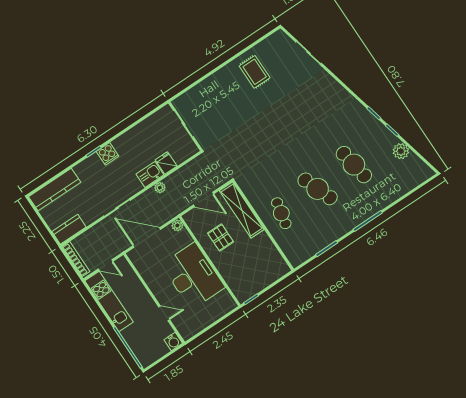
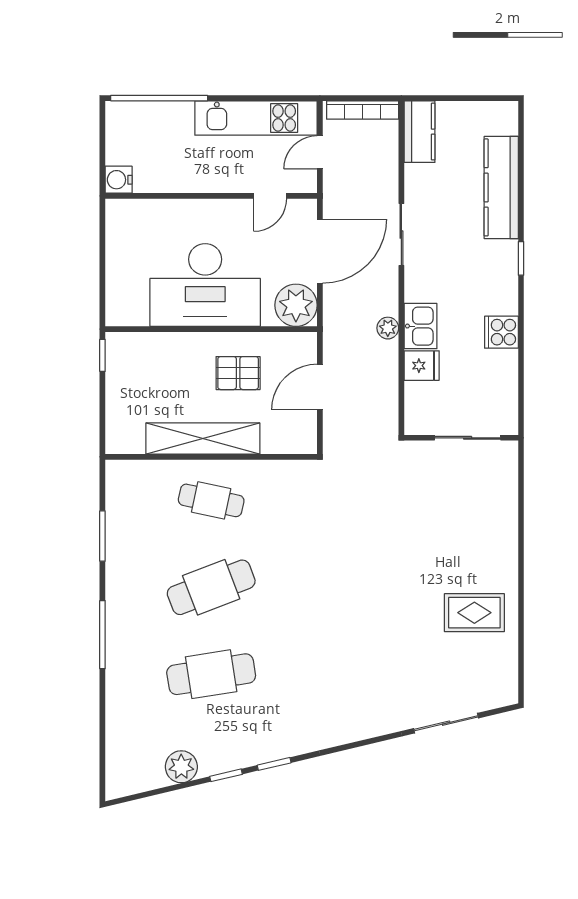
cooker: (108, 154) -> (501, 332), moved
kitchen counter: (55, 189) -> (501, 187), moved
shelving: (242, 210) -> (203, 439), moved
plant: (177, 225) -> (296, 305), width x1.88, depth x1.88
door: (164, 313) -> (270, 196), moved

